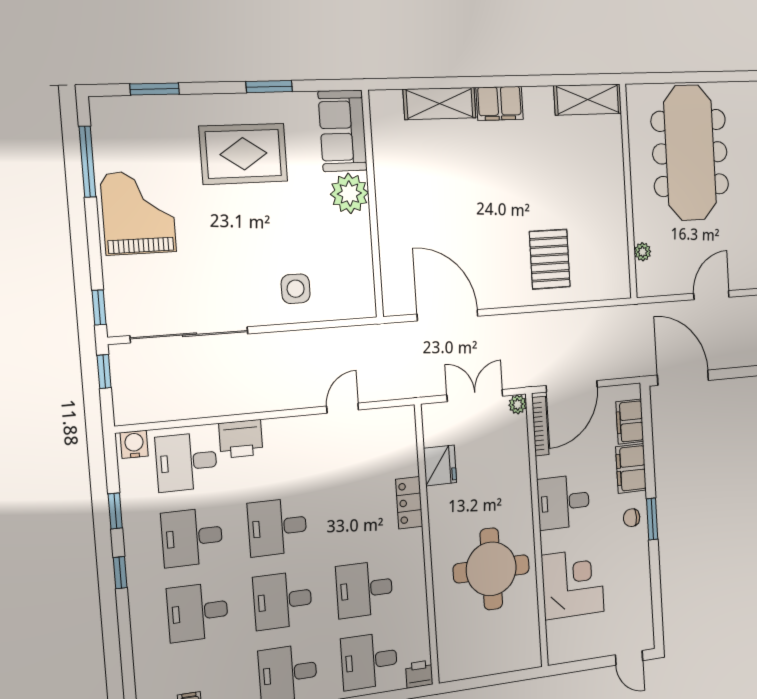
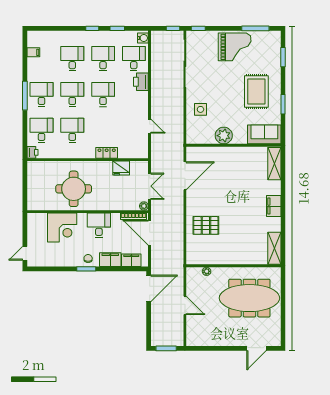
shelving: (440, 104) -> (274, 164), moved
plant: (349, 193) -> (224, 136), moved

